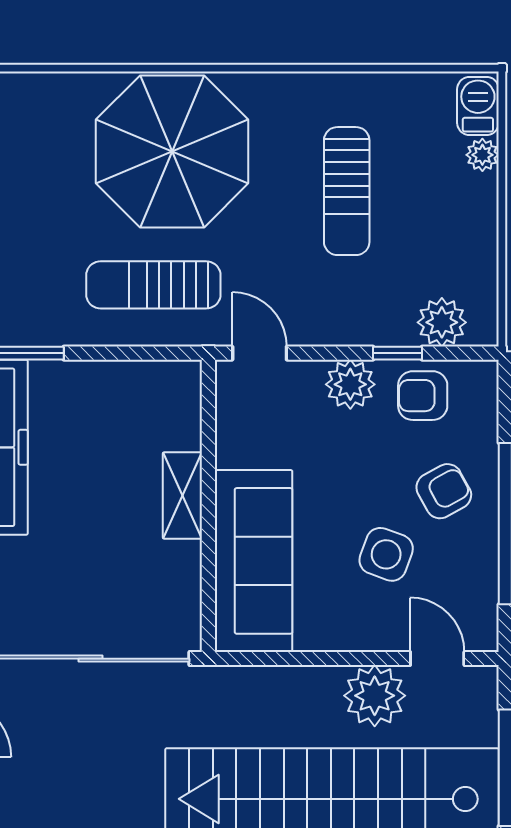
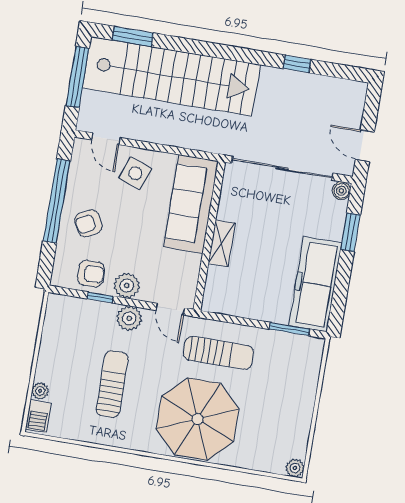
plant: (442, 322) -> (129, 318), moved
side table: (386, 554) -> (135, 173), moved
plant: (375, 696) -> (141, 125), removed

